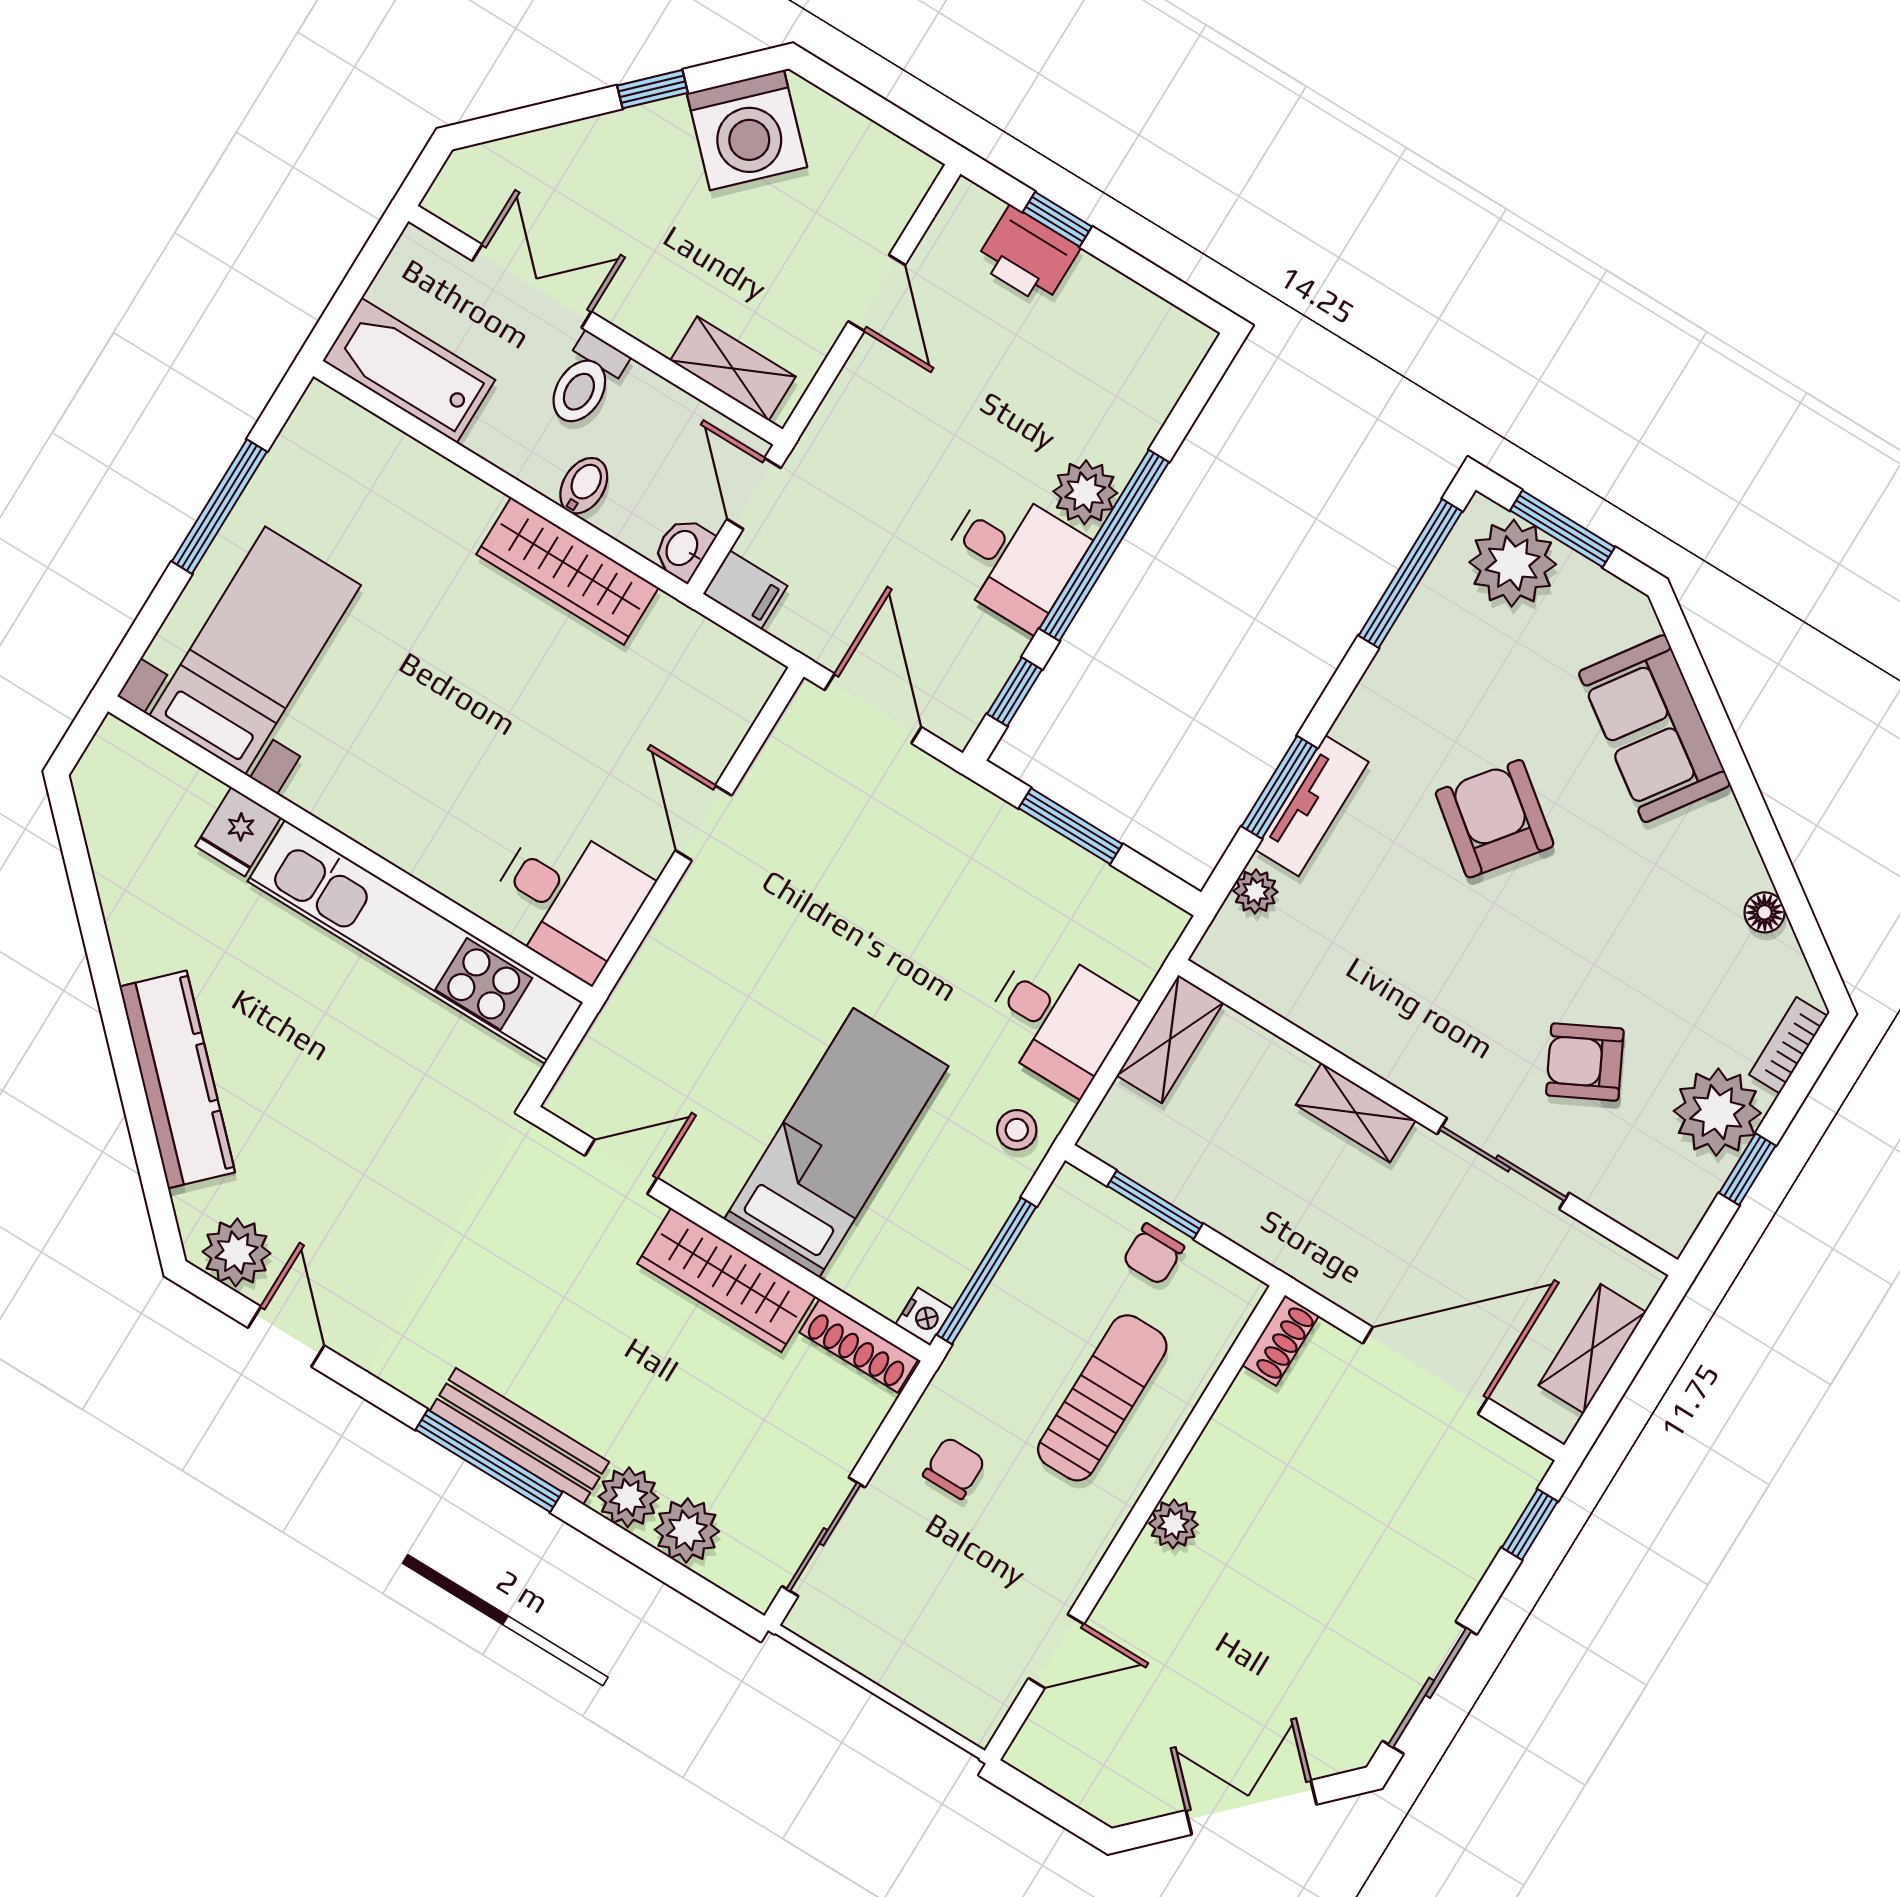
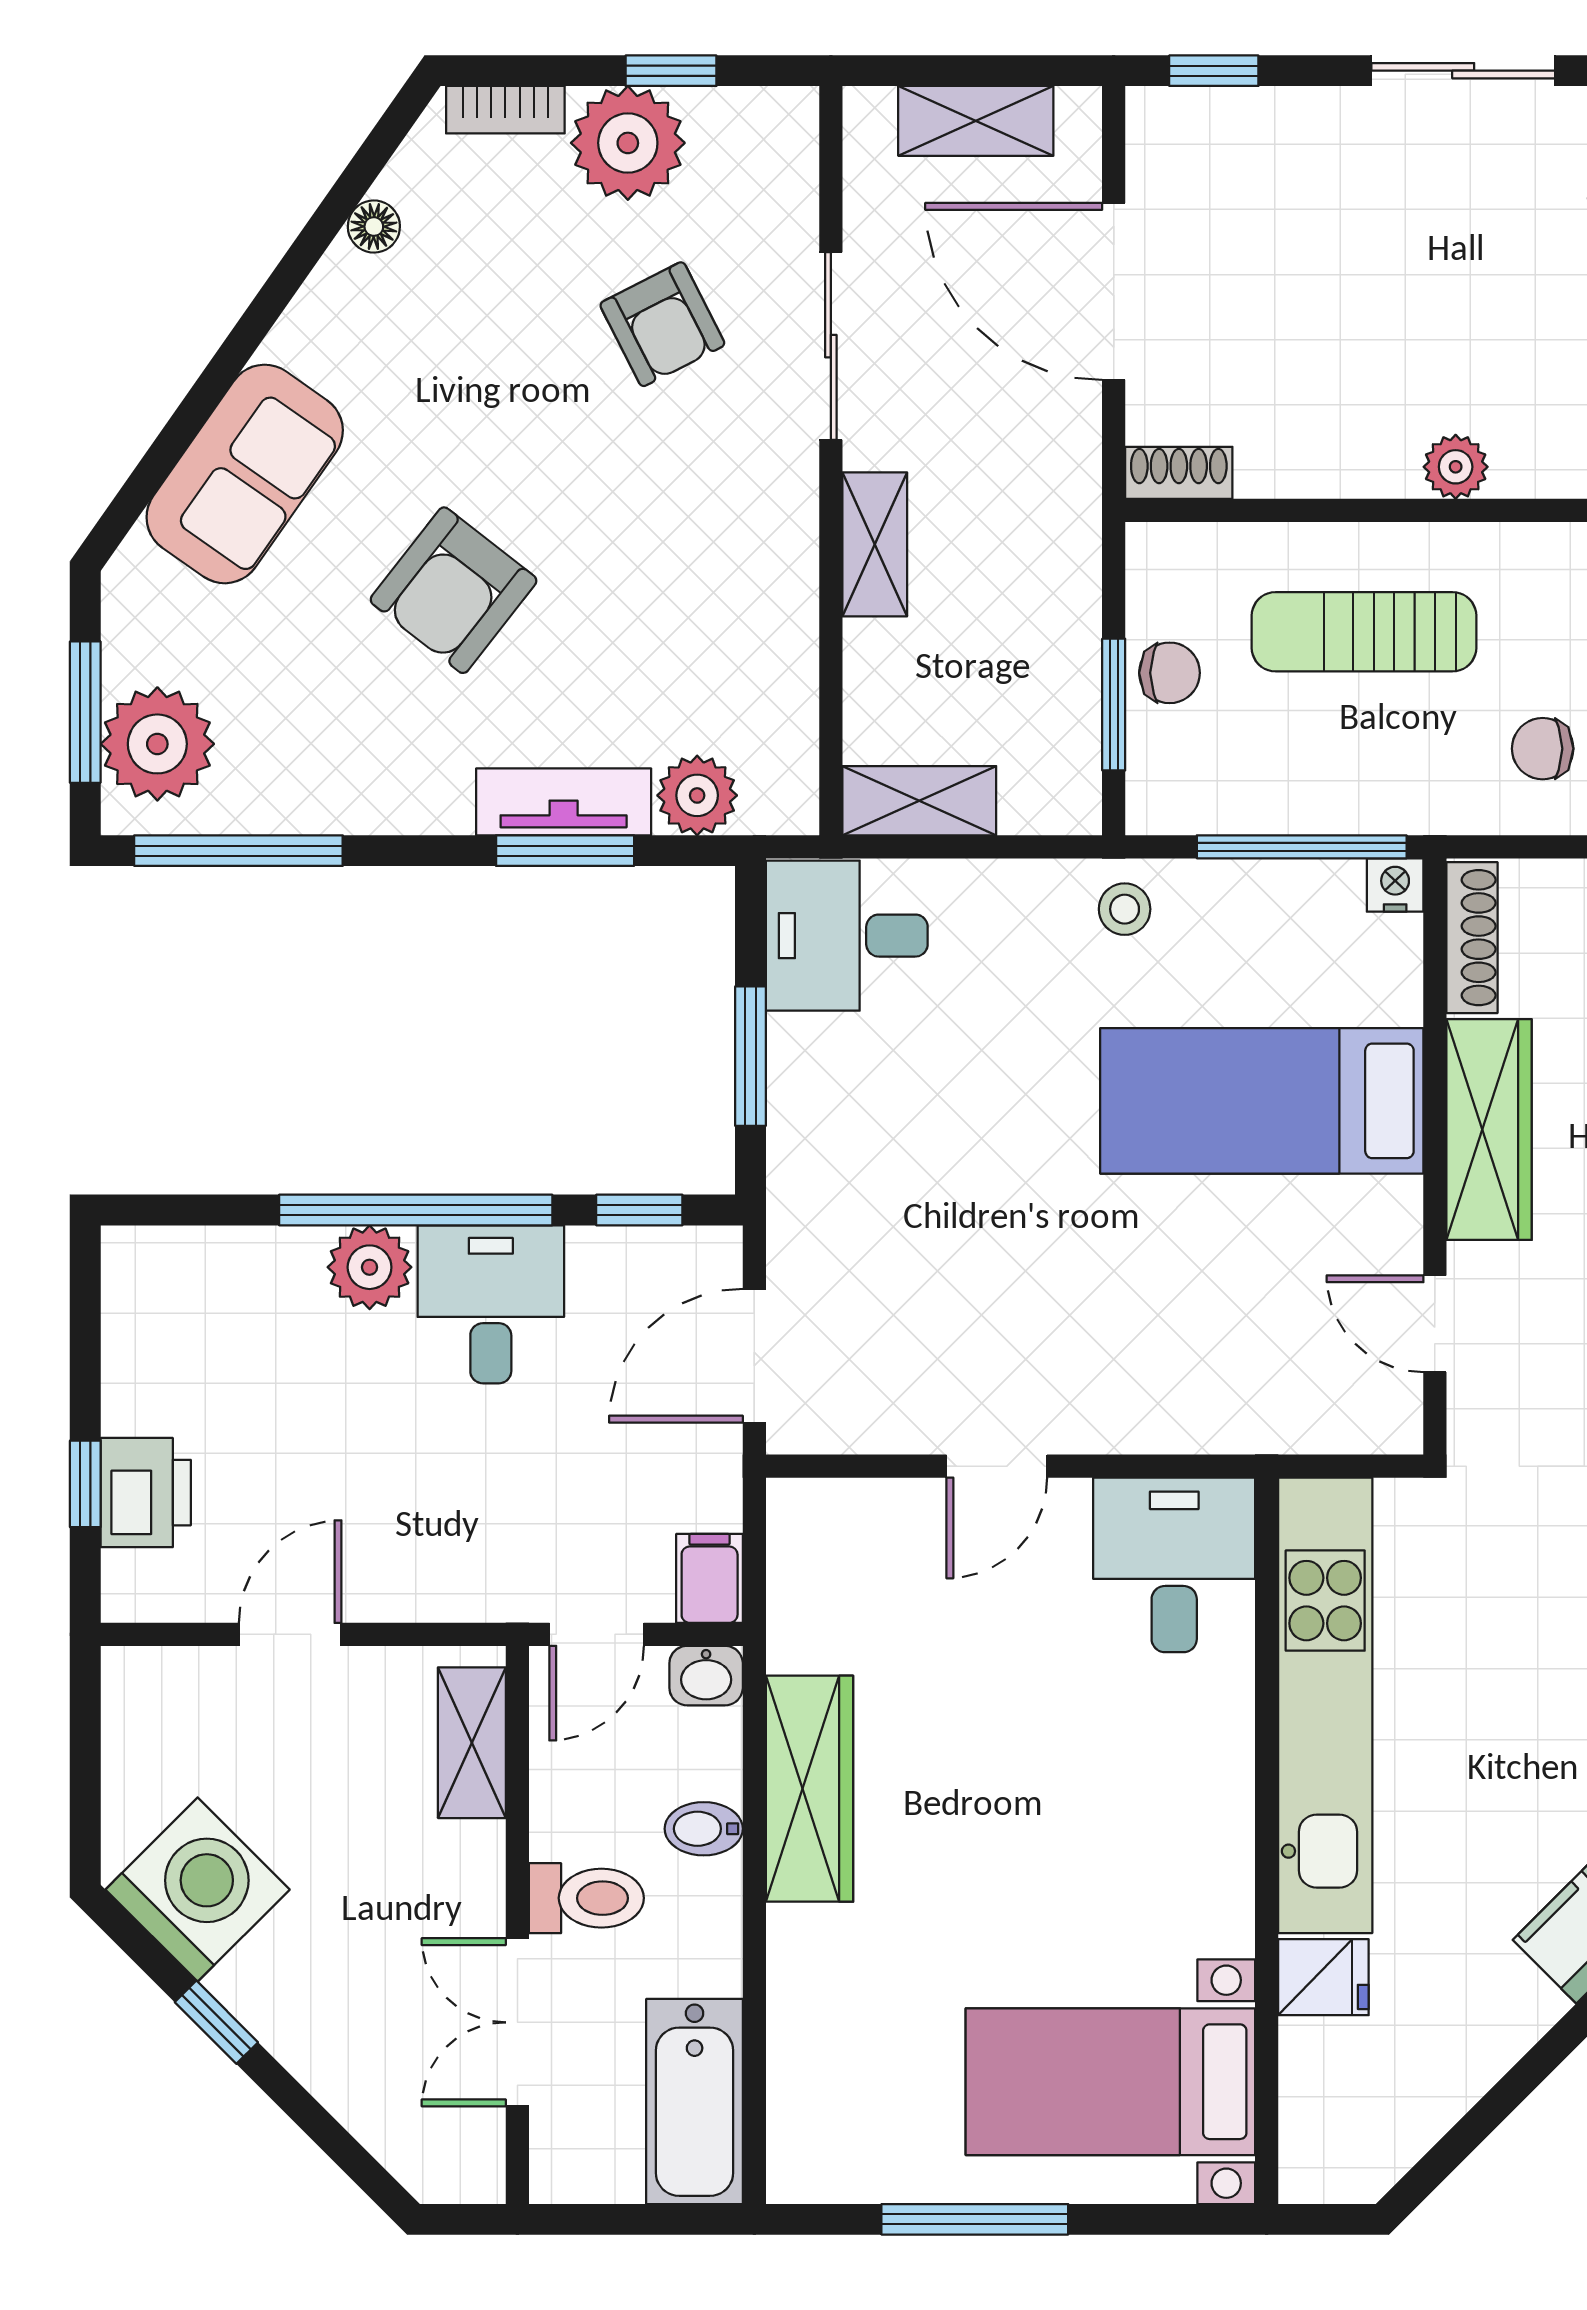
plant: (1255, 891) -> (697, 795), width x1.38, depth x1.38
desk: (1058, 1019) -> (847, 936), moved, turned -90

